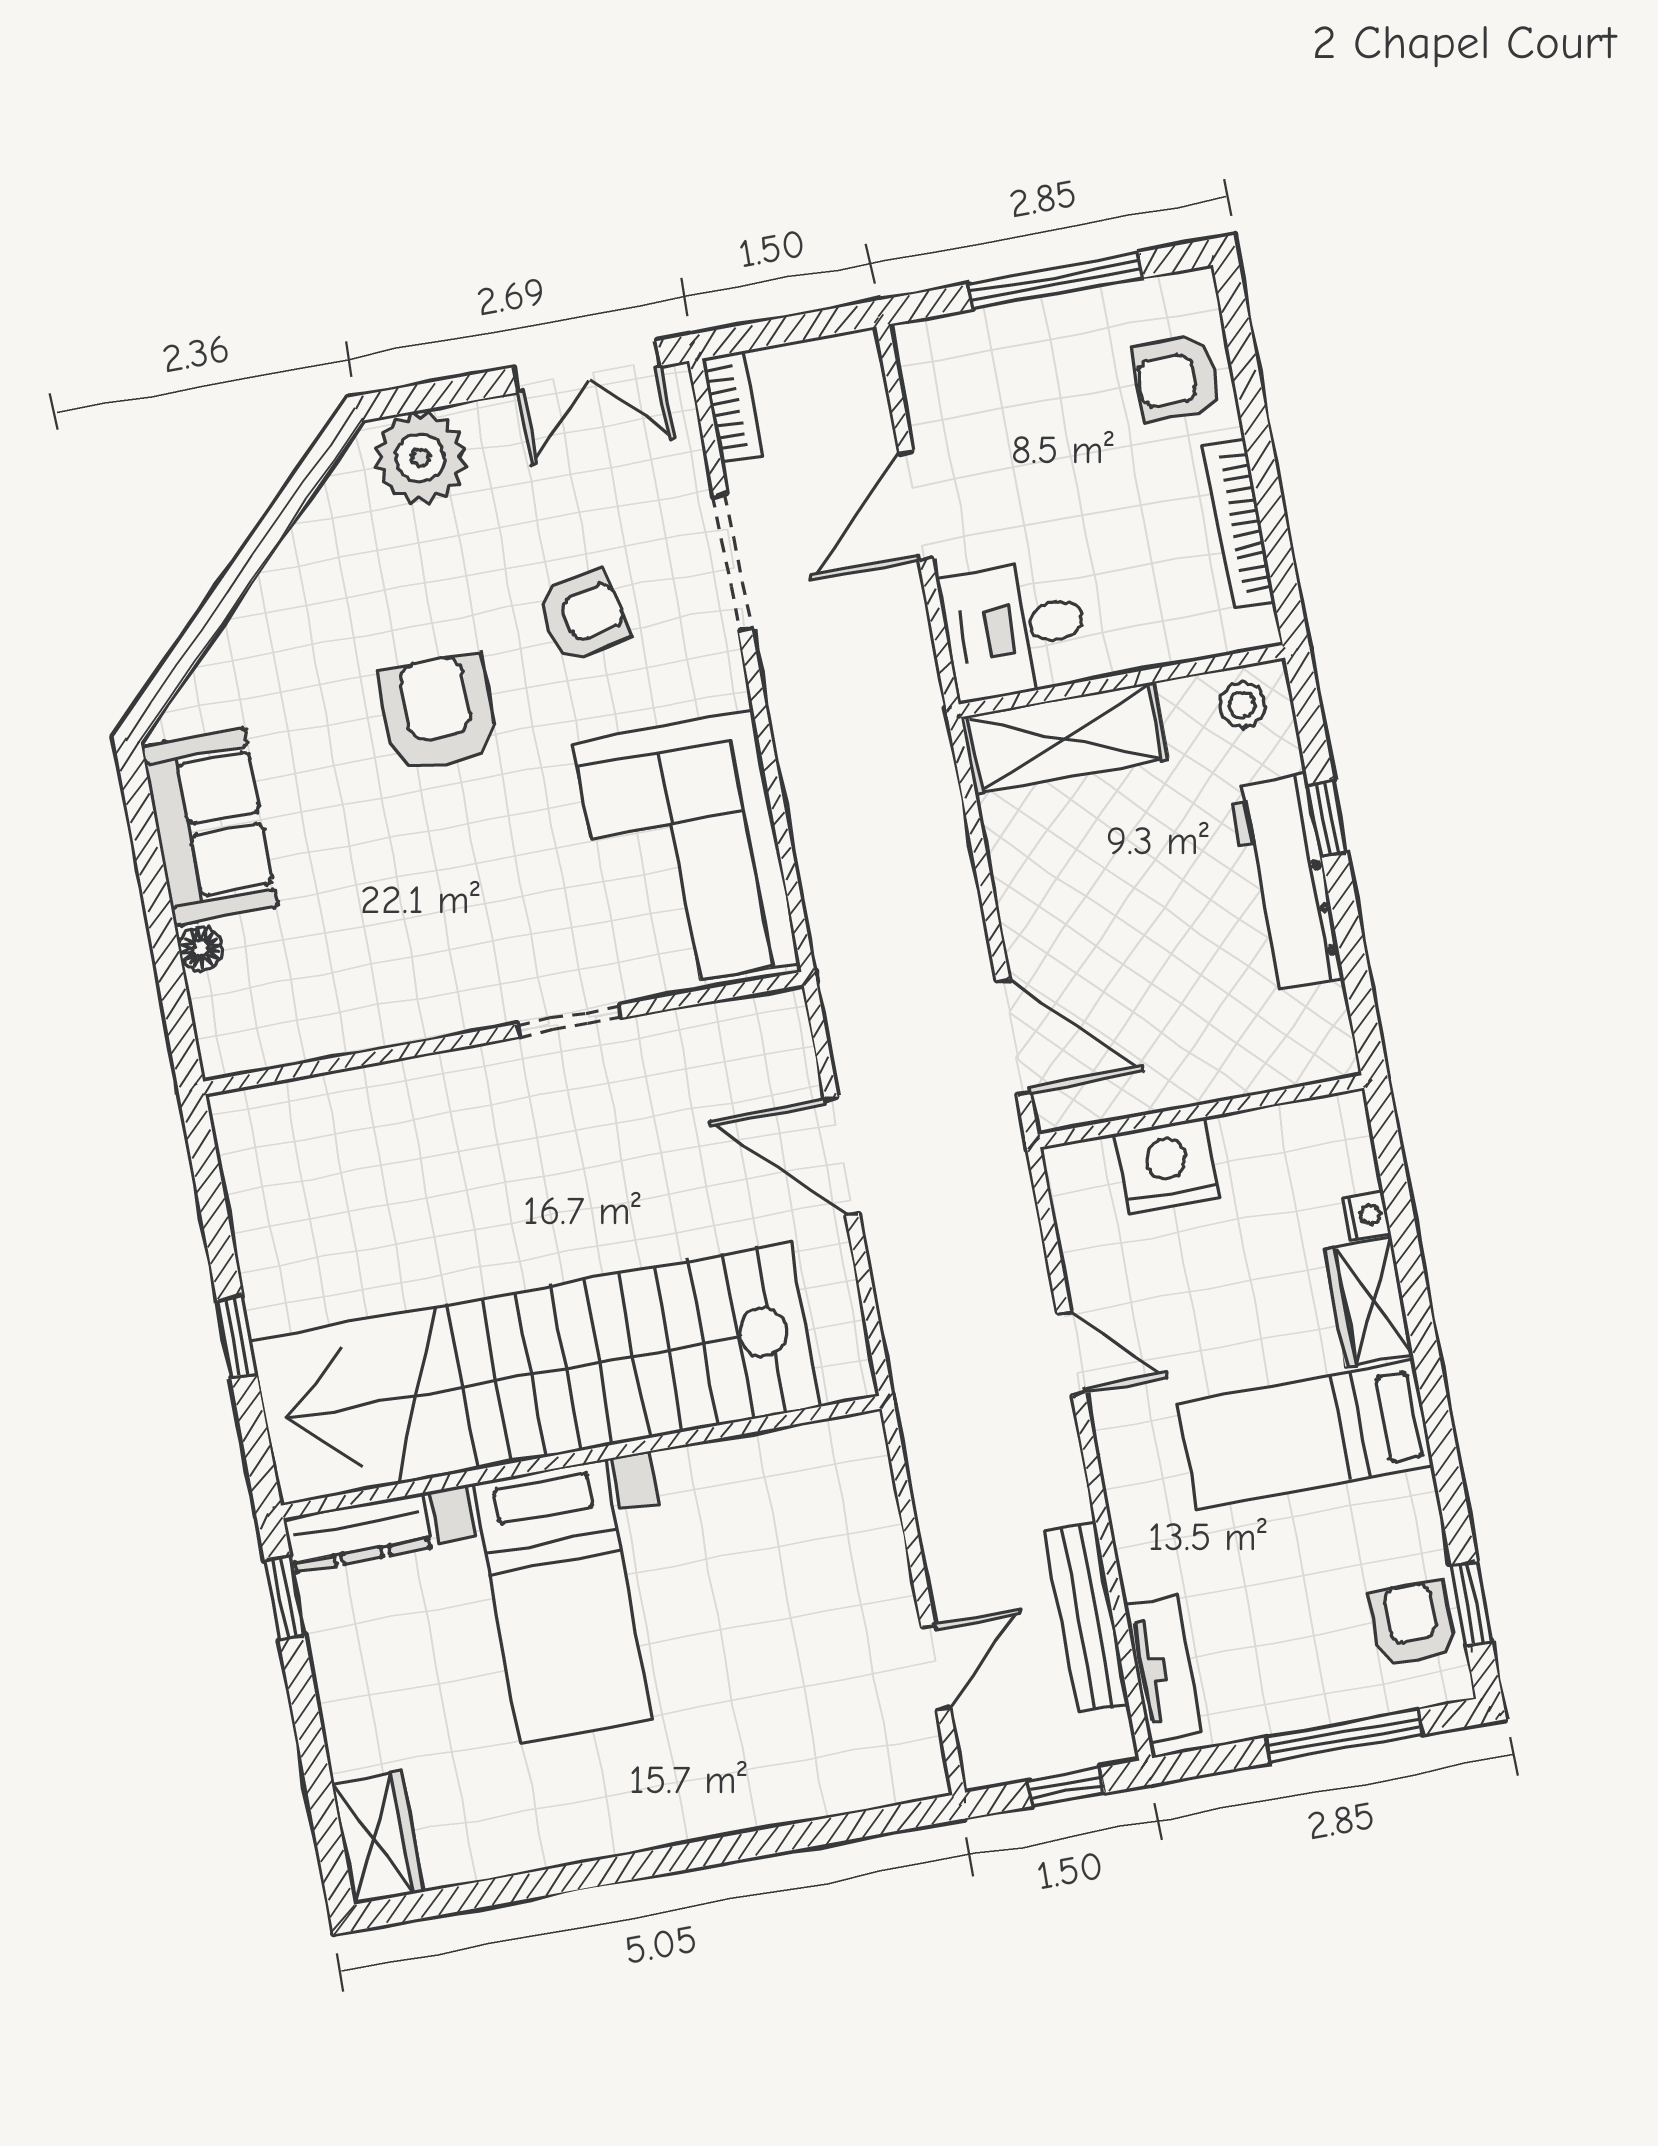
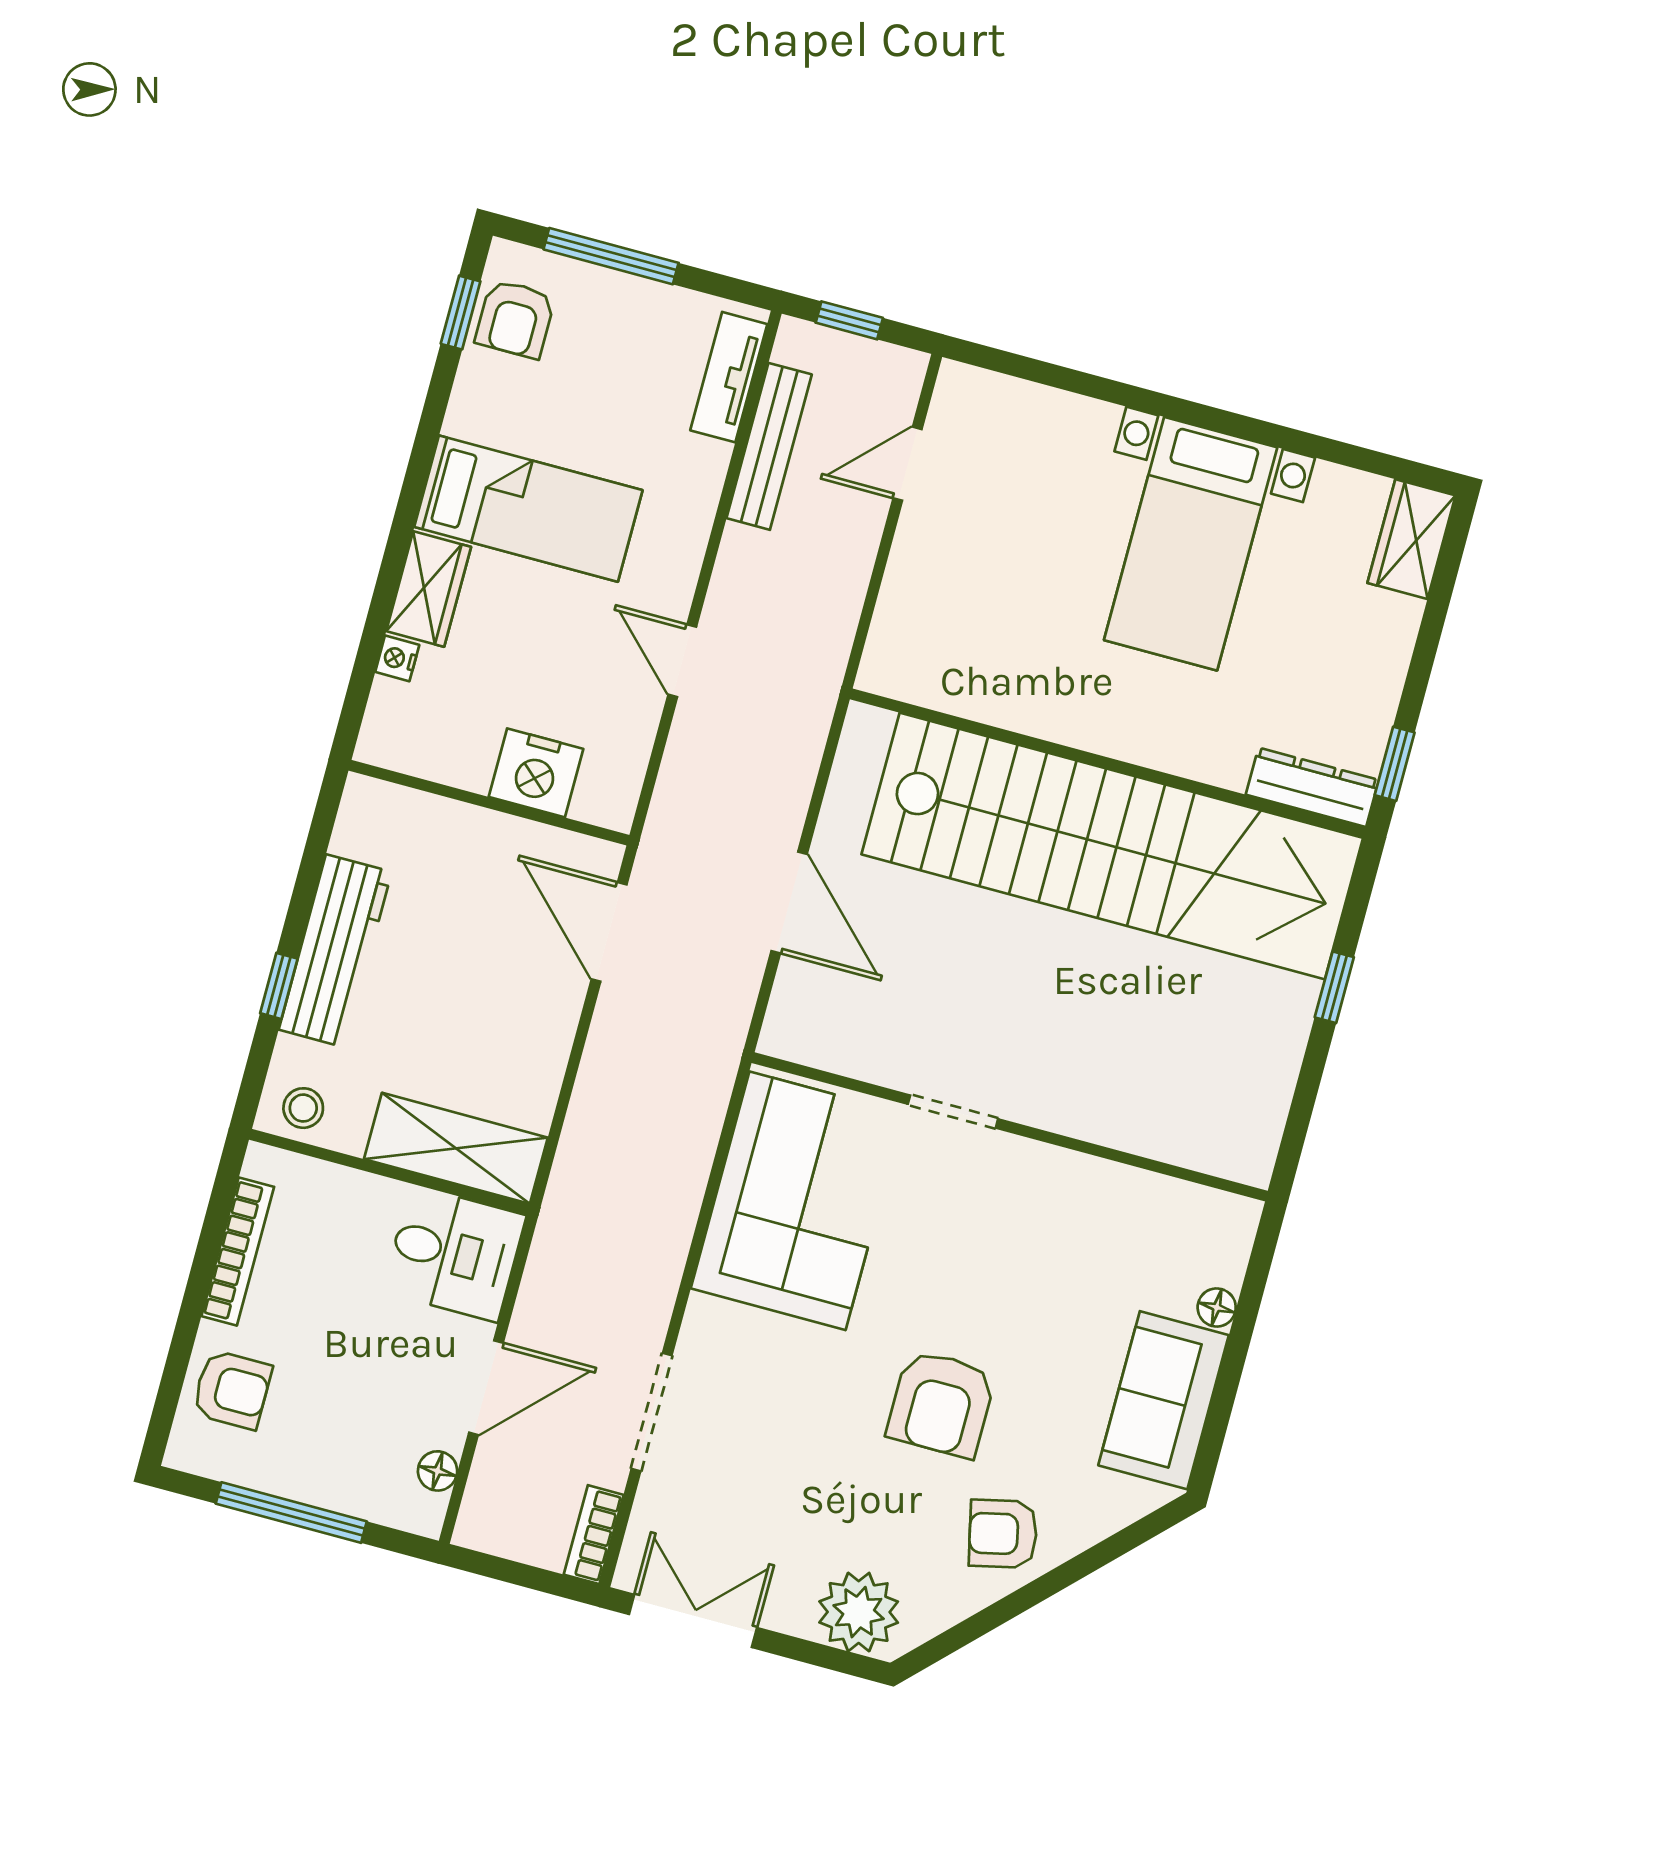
floor lamp: (925, 396) -> (438, 1471), added
armchair: (583, 616) -> (1003, 1534), moved
bed with nightstands: (562, 1601) -> (1191, 544), moved, turned 180

